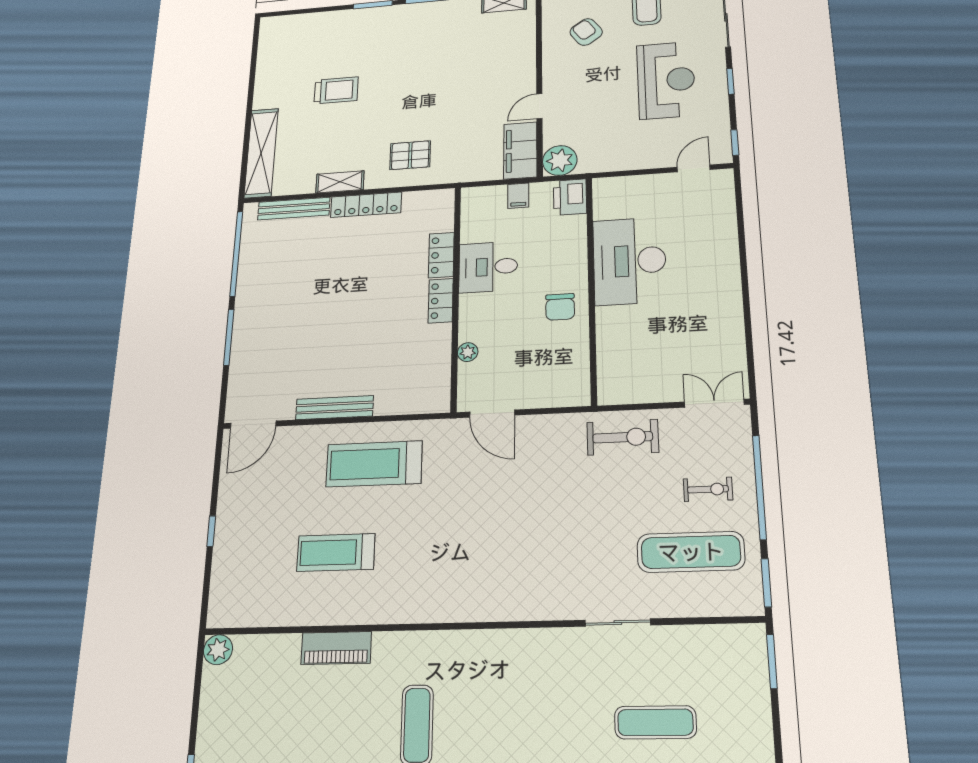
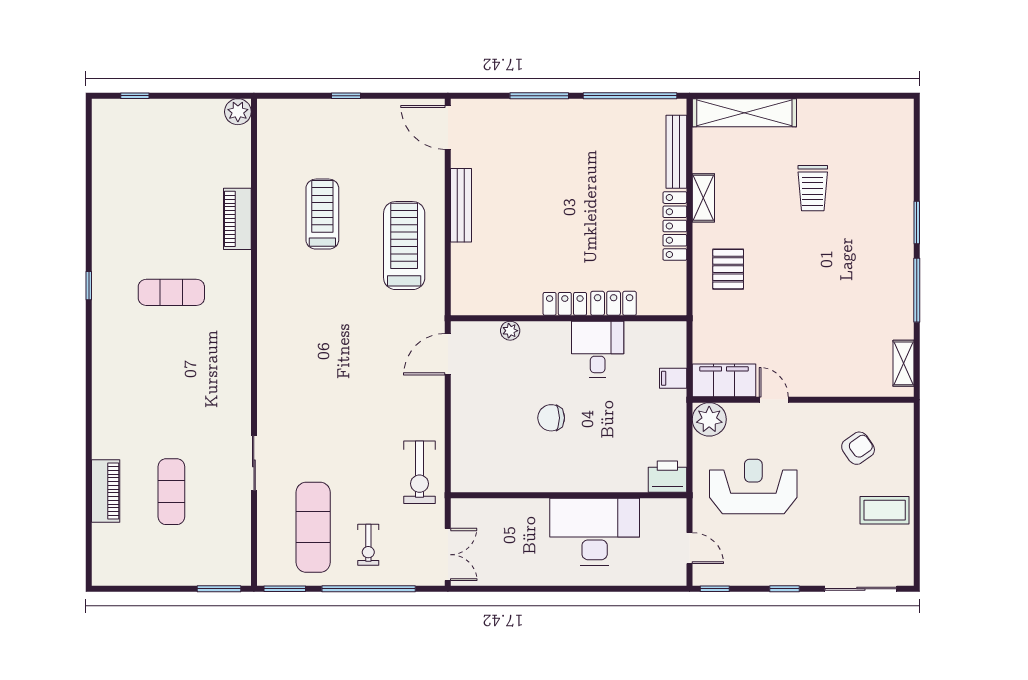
reception desk: (666, 80) -> (753, 486), moved, turned 180
printer: (570, 197) -> (667, 477), moved
desk: (629, 261) -> (595, 532), moved
wall: (591, 288) -> (569, 495), moved

